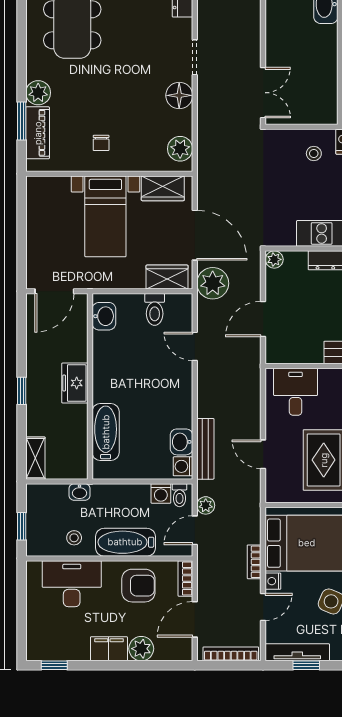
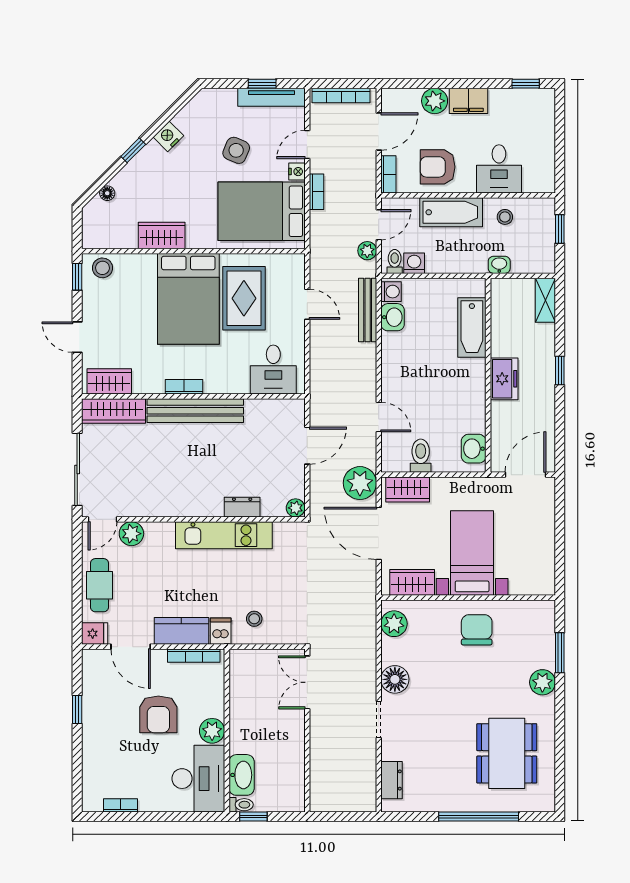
piano: (38, 133) -> (543, 640), removed
chair: (101, 143) -> (477, 630), width x1.87, depth x1.87
desk: (72, 584) -> (499, 169), width x0.73

